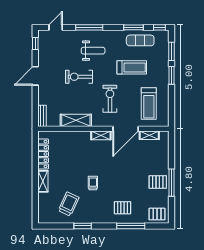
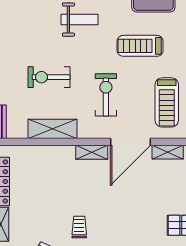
treadmill: (132, 67) -> (140, 46), turned 180
exercise bike: (79, 77) -> (49, 77), moved

